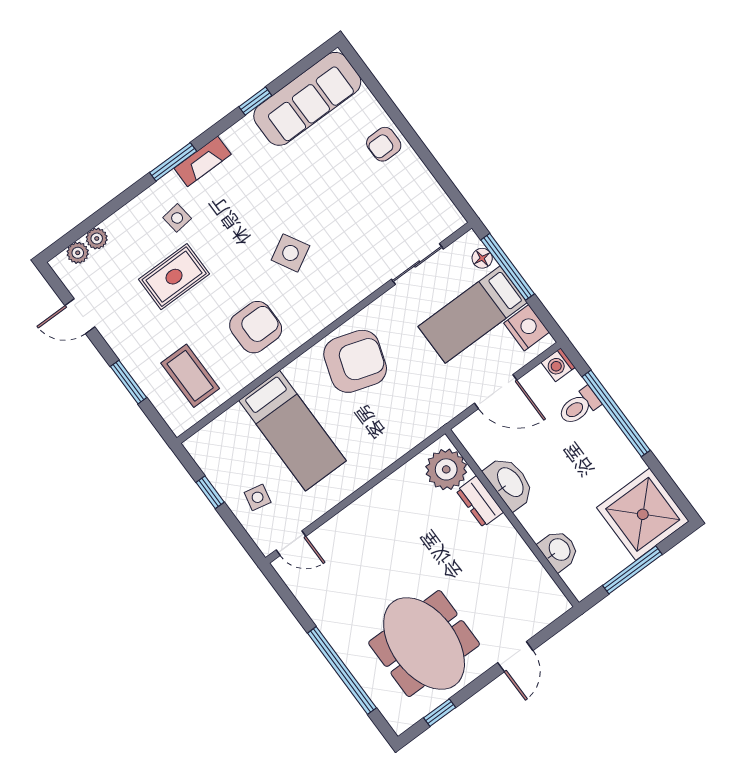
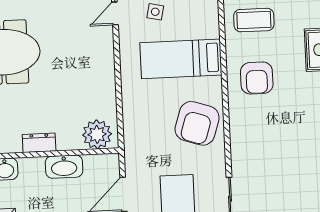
side table: (290, 253) -> (287, 128), removed
dresser: (480, 502) -> (39, 143), moved

